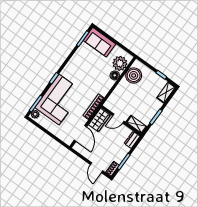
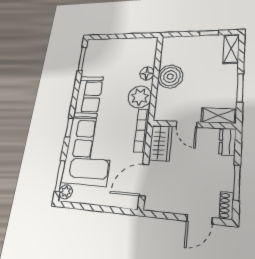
sofa: (99, 42) -> (88, 97), moved, turned -90
plant: (120, 63) -> (140, 97), moved
boiler: (134, 75) -> (170, 77), moved
door: (118, 118) -> (187, 124), hinge flipped
door: (80, 133) -> (144, 180), swing flipped
door: (96, 168) -> (199, 219), hinge flipped

